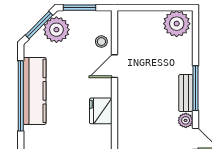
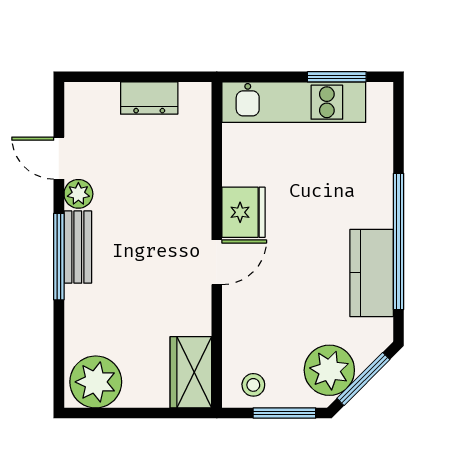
wardrobe: (128, 29) -> (191, 372), added
stool: (101, 42) -> (253, 385), moved
door: (114, 66) -> (217, 262), moved
kitchen counter: (35, 91) -> (372, 273), width x0.67

